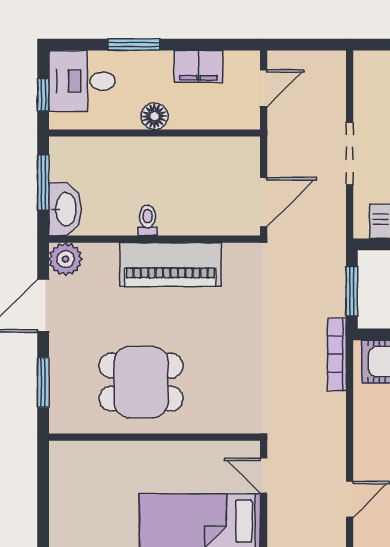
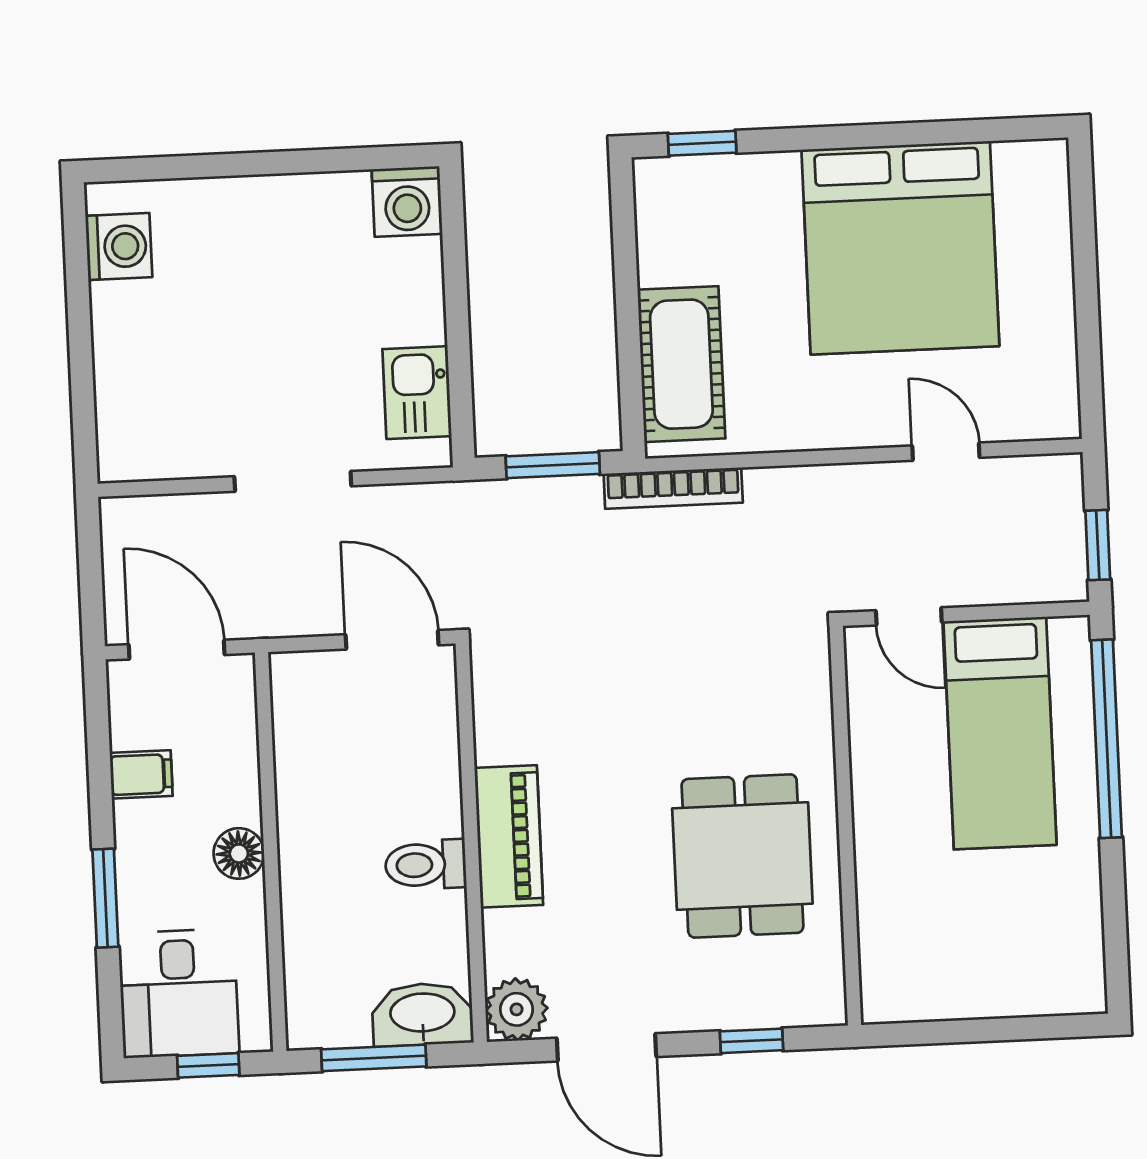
filing cabinet: (198, 66) -> (141, 774), width x0.50
door: (264, 88) -> (177, 650), width x1.38
toilet: (148, 220) -> (426, 865), width x1.37, depth x1.39
piano: (170, 265) -> (509, 836), width x0.73, depth x0.75
window: (43, 382) -> (752, 1041), width x0.67
door: (264, 476) -> (909, 616), hinge flipped

